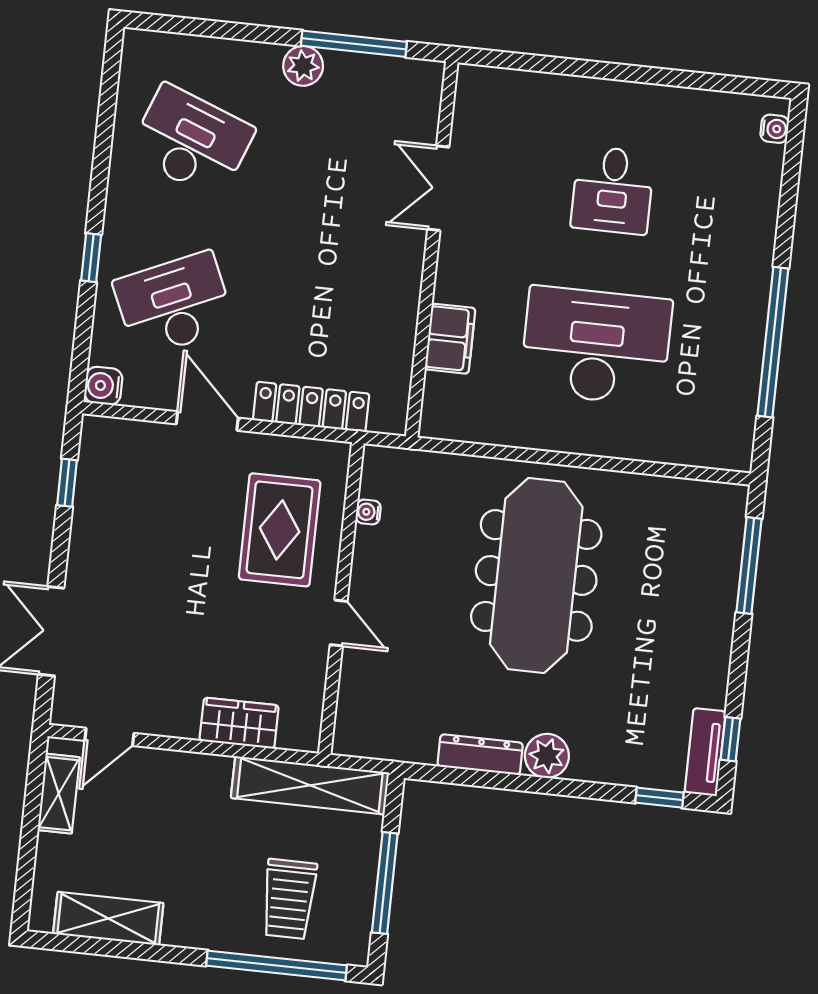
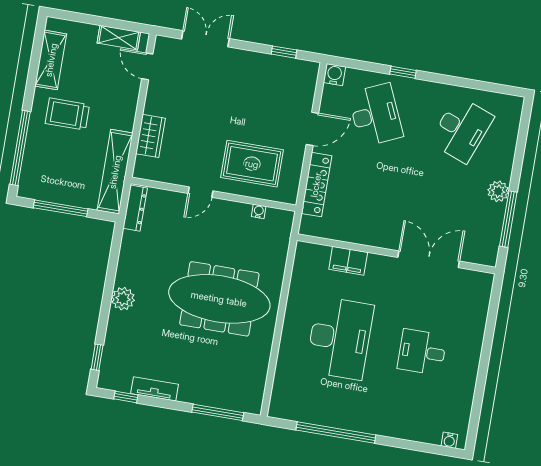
double door: (438, 188) -> (429, 259), width x1.37
tv unit: (705, 752) -> (155, 389), moved
dresser: (480, 755) -> (135, 208), moved
trolley: (289, 899) -> (67, 114), moved

